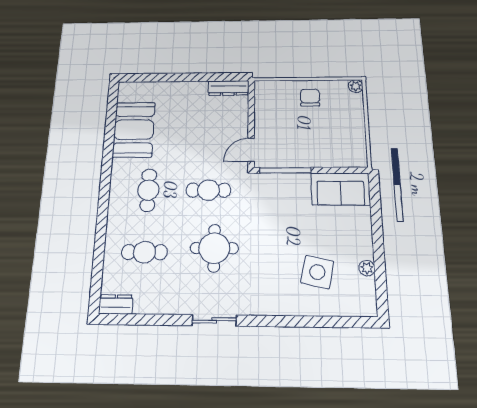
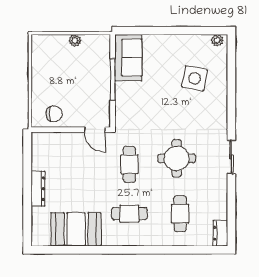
plant: (356, 86) -> (75, 40), moved
dresser: (228, 88) -> (38, 189), moved
chair: (310, 98) -> (54, 114), moved, turned 180
window: (285, 170) -> (113, 80), moved
plant: (367, 268) -> (217, 40), moved

